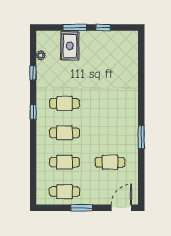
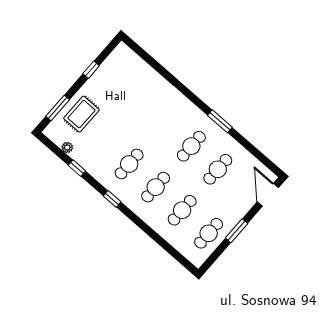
window: (75, 28) -> (58, 108), moved
rug: (70, 46) -> (82, 114), turned 90
cafe table: (110, 133) -> (191, 146), added

